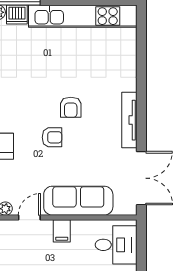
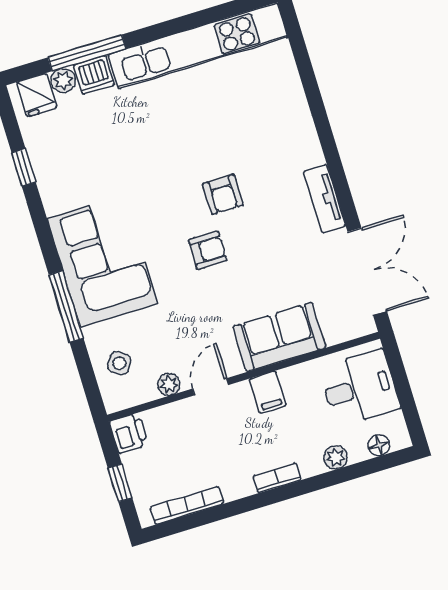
tv unit: (129, 120) -> (325, 199), width x0.71
sofa: (78, 201) -> (279, 337), width x0.73

